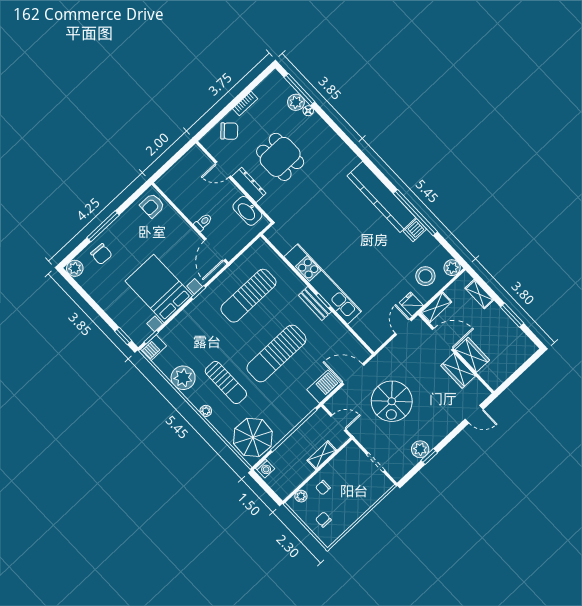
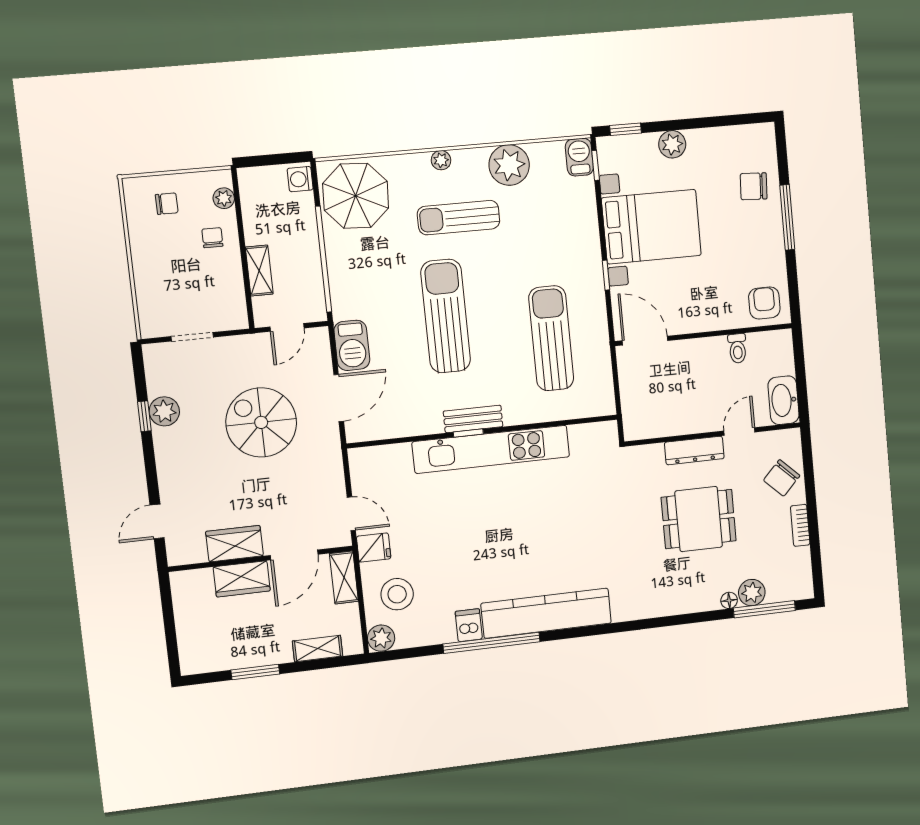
washbasin: (247, 211) -> (784, 400), moved, turned -90
toilet: (203, 222) -> (737, 348), moved
plant: (75, 268) -> (672, 144), moved

